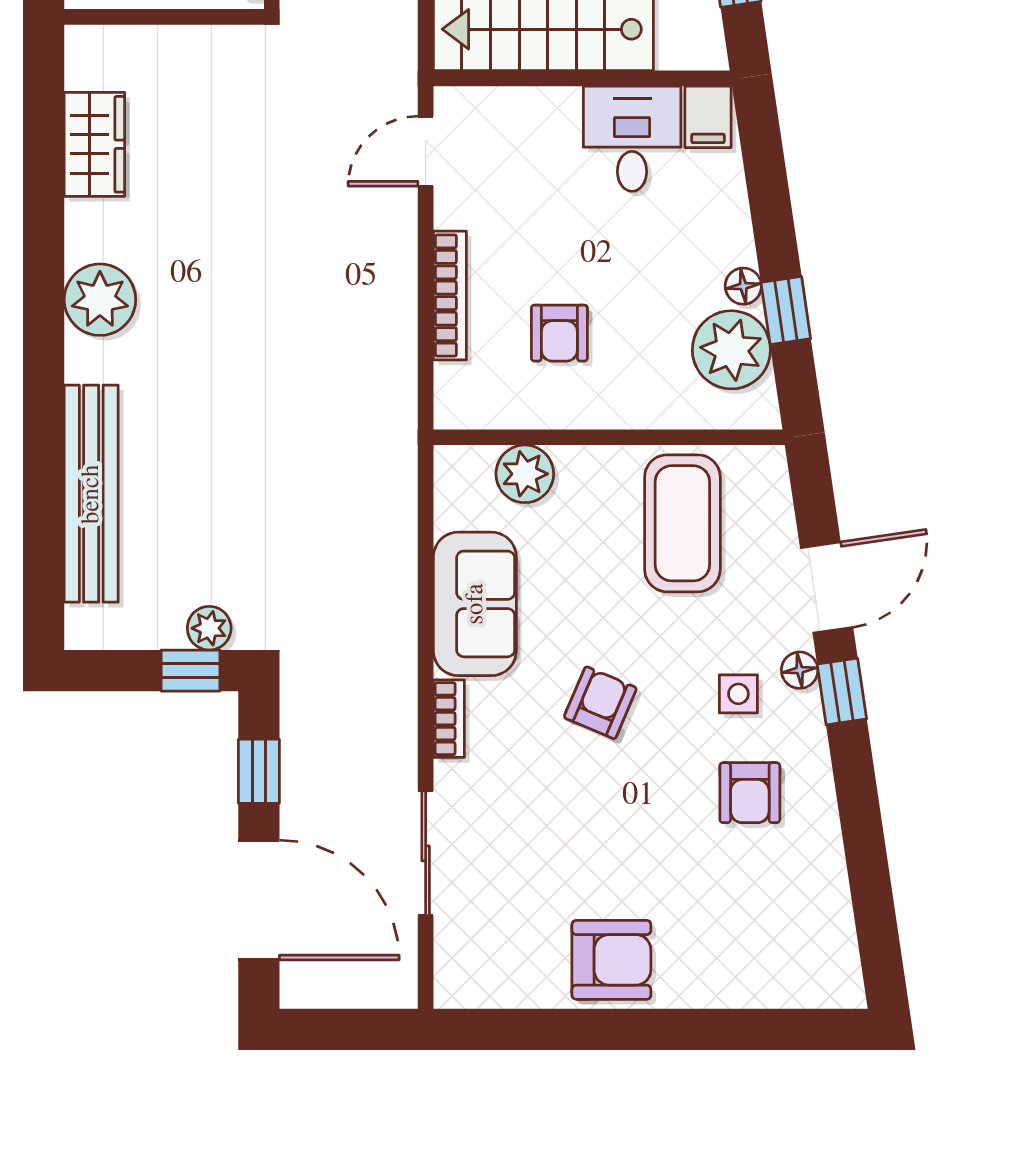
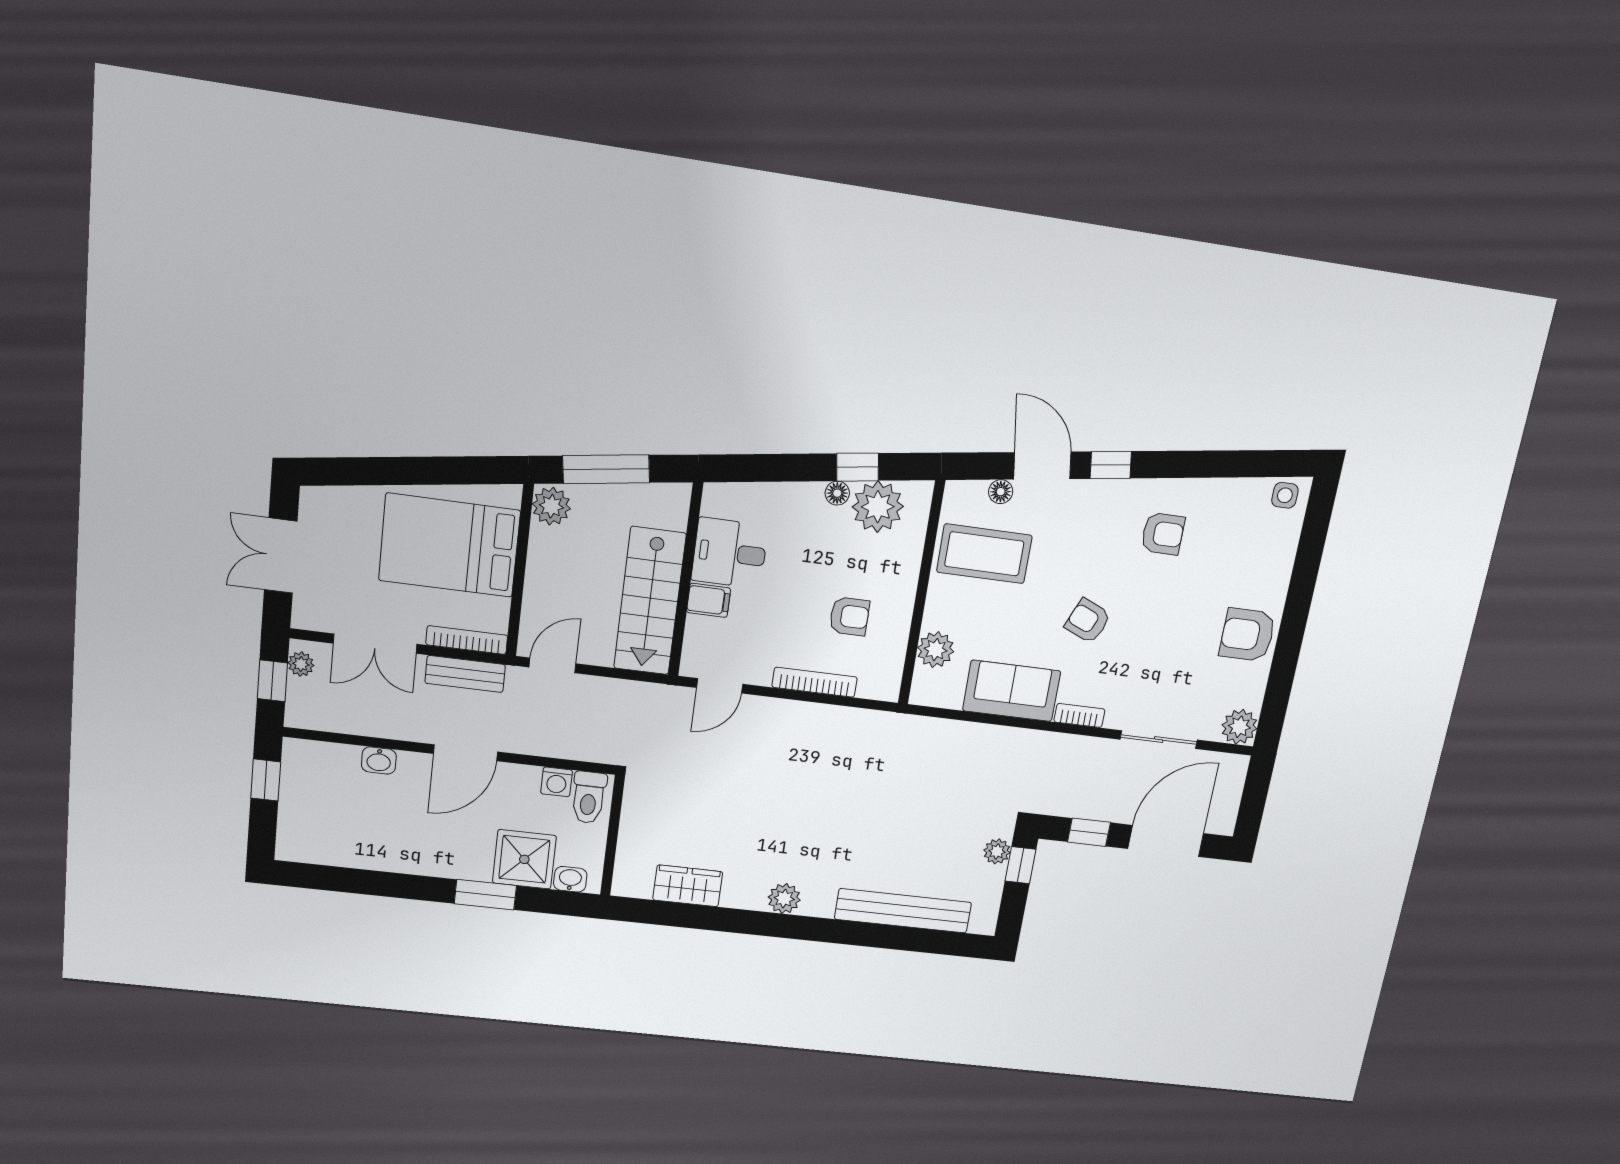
filing cabinet: (708, 117) -> (709, 600), moved
door: (426, 151) -> (720, 686), hinge flipped
plant: (100, 300) -> (784, 899), width x0.73, depth x0.73
floor lamp: (800, 670) -> (1001, 492), moved
side table: (738, 694) -> (1285, 495), moved
armchair: (611, 960) -> (1247, 635), turned -90
plant: (463, 980) -> (1239, 727), added

